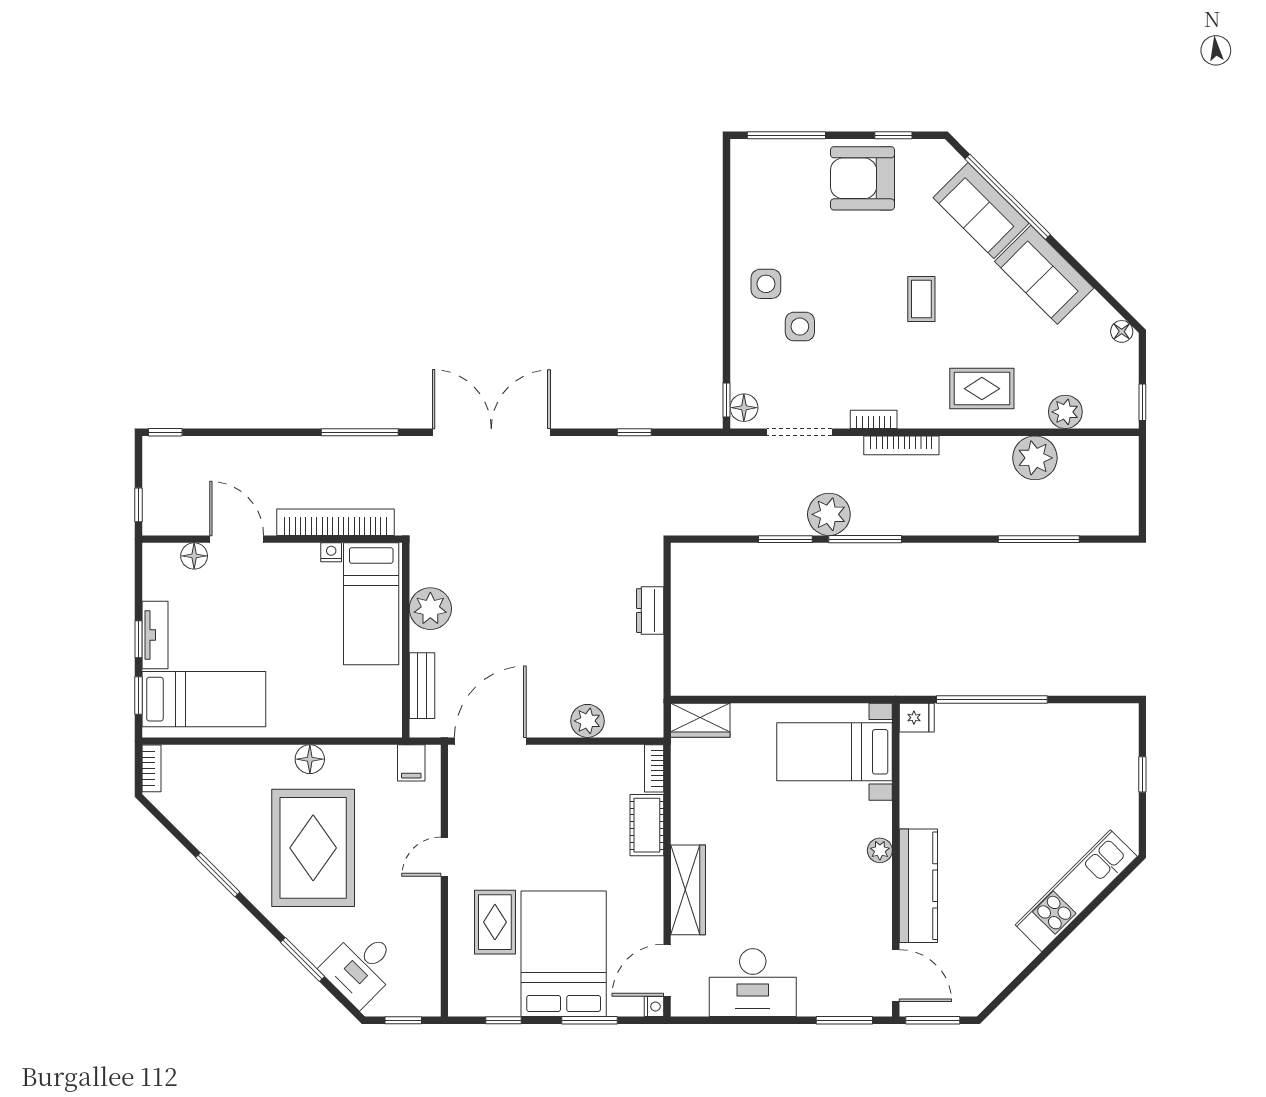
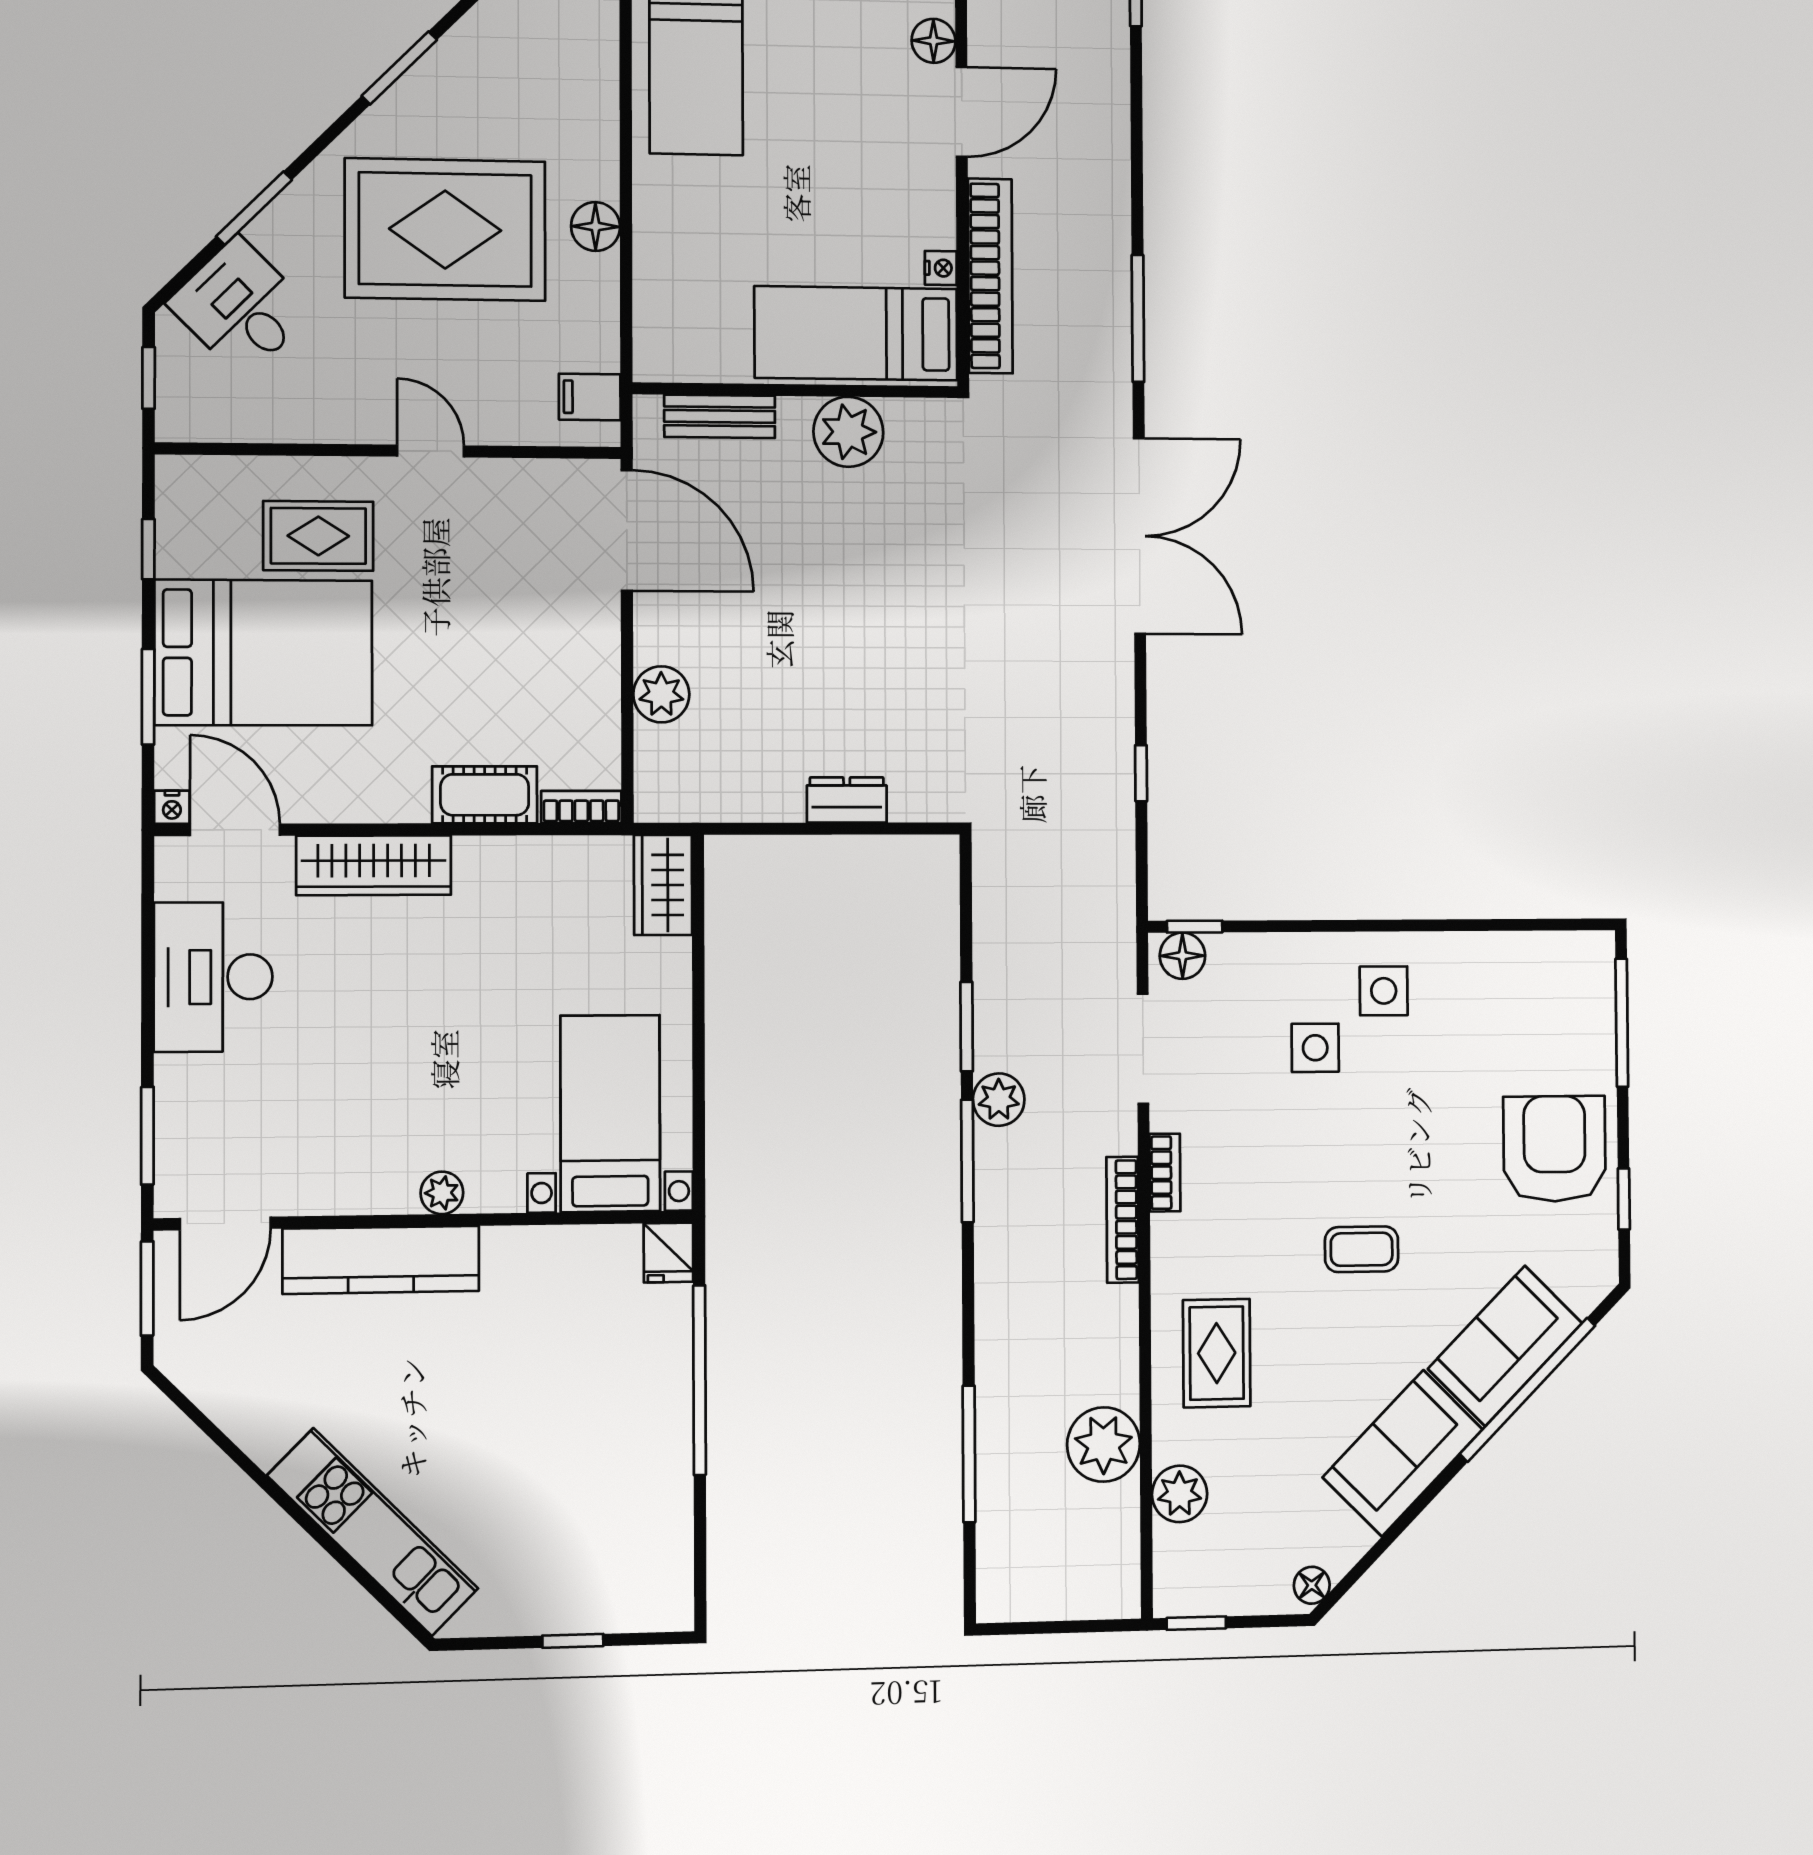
plant: (829, 514) -> (999, 1100), width x0.73, depth x0.73

